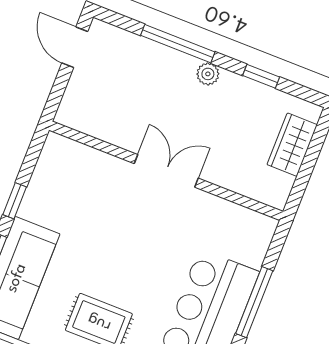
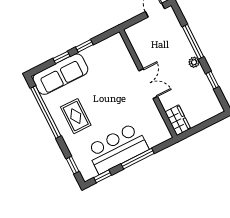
wardrobe: (292, 145) -> (178, 120), moved, turned 90

